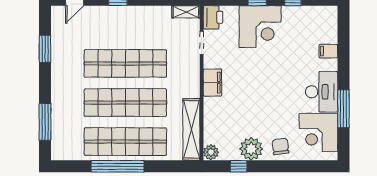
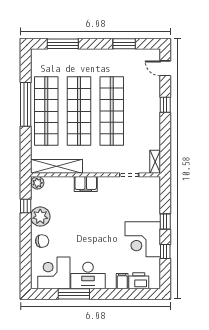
printer: (213, 17) -> (139, 281), moved, turned 180
corner desk: (260, 27) -> (143, 239), moved
filing cabinet: (212, 83) -> (86, 184), moved

